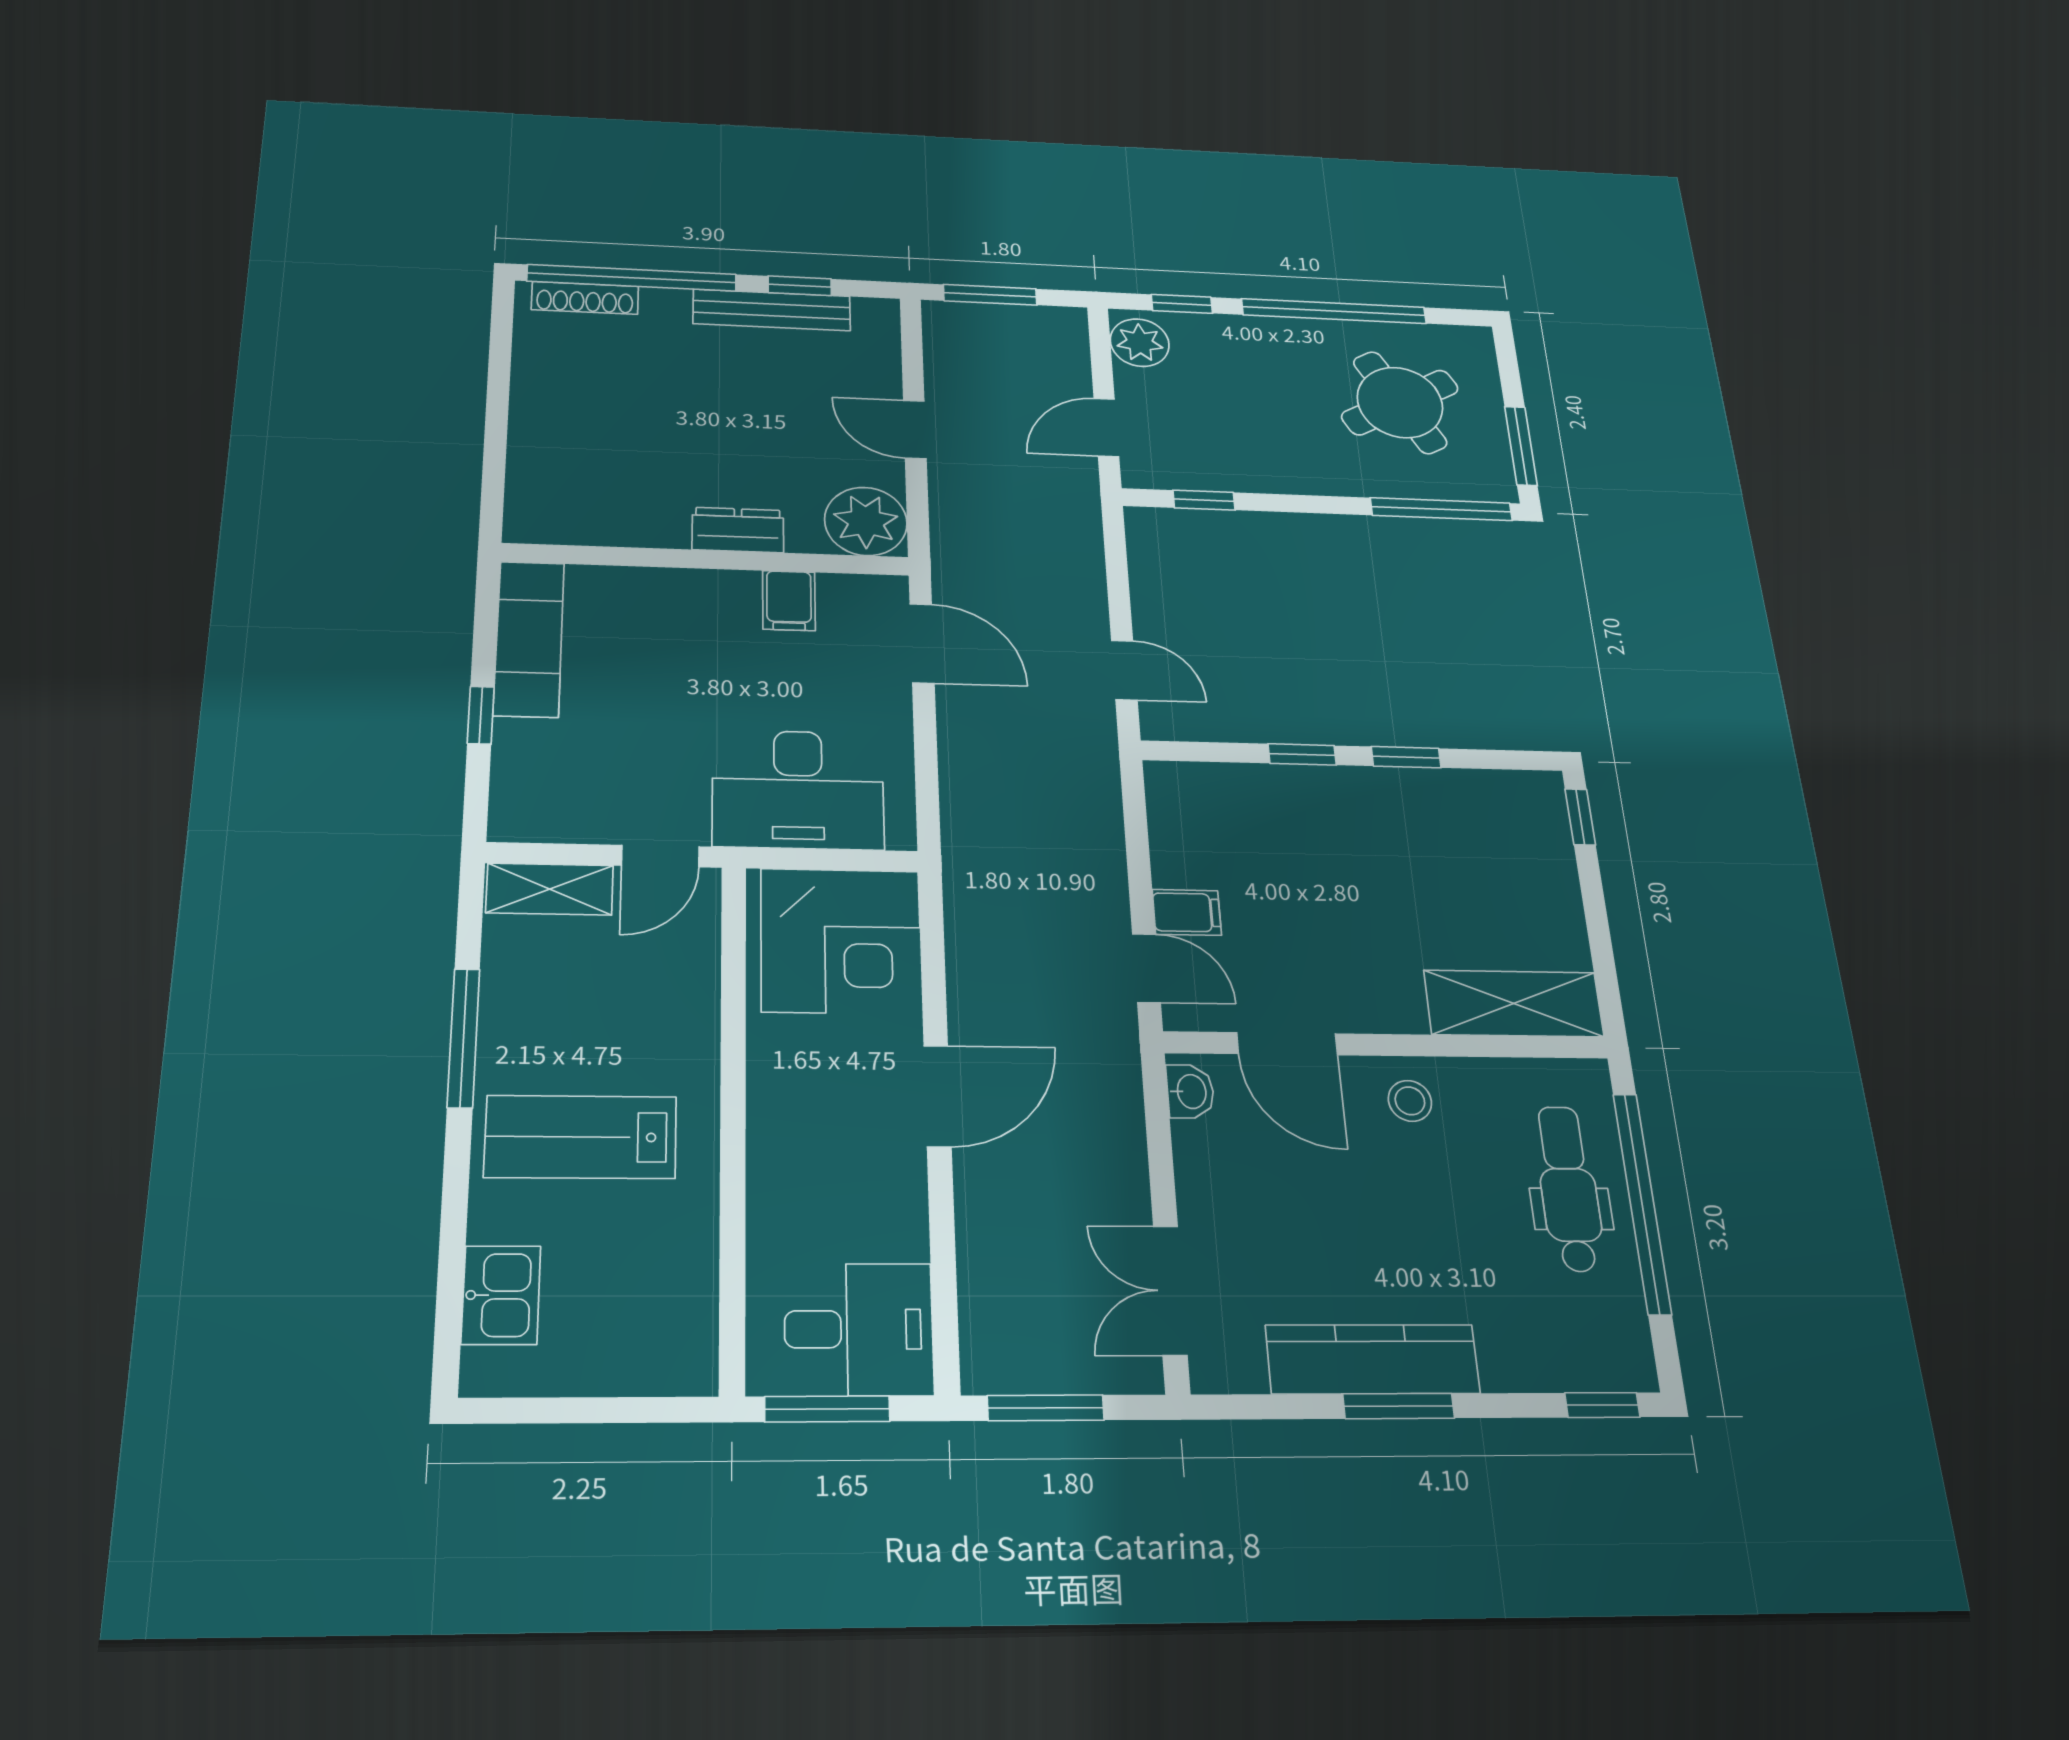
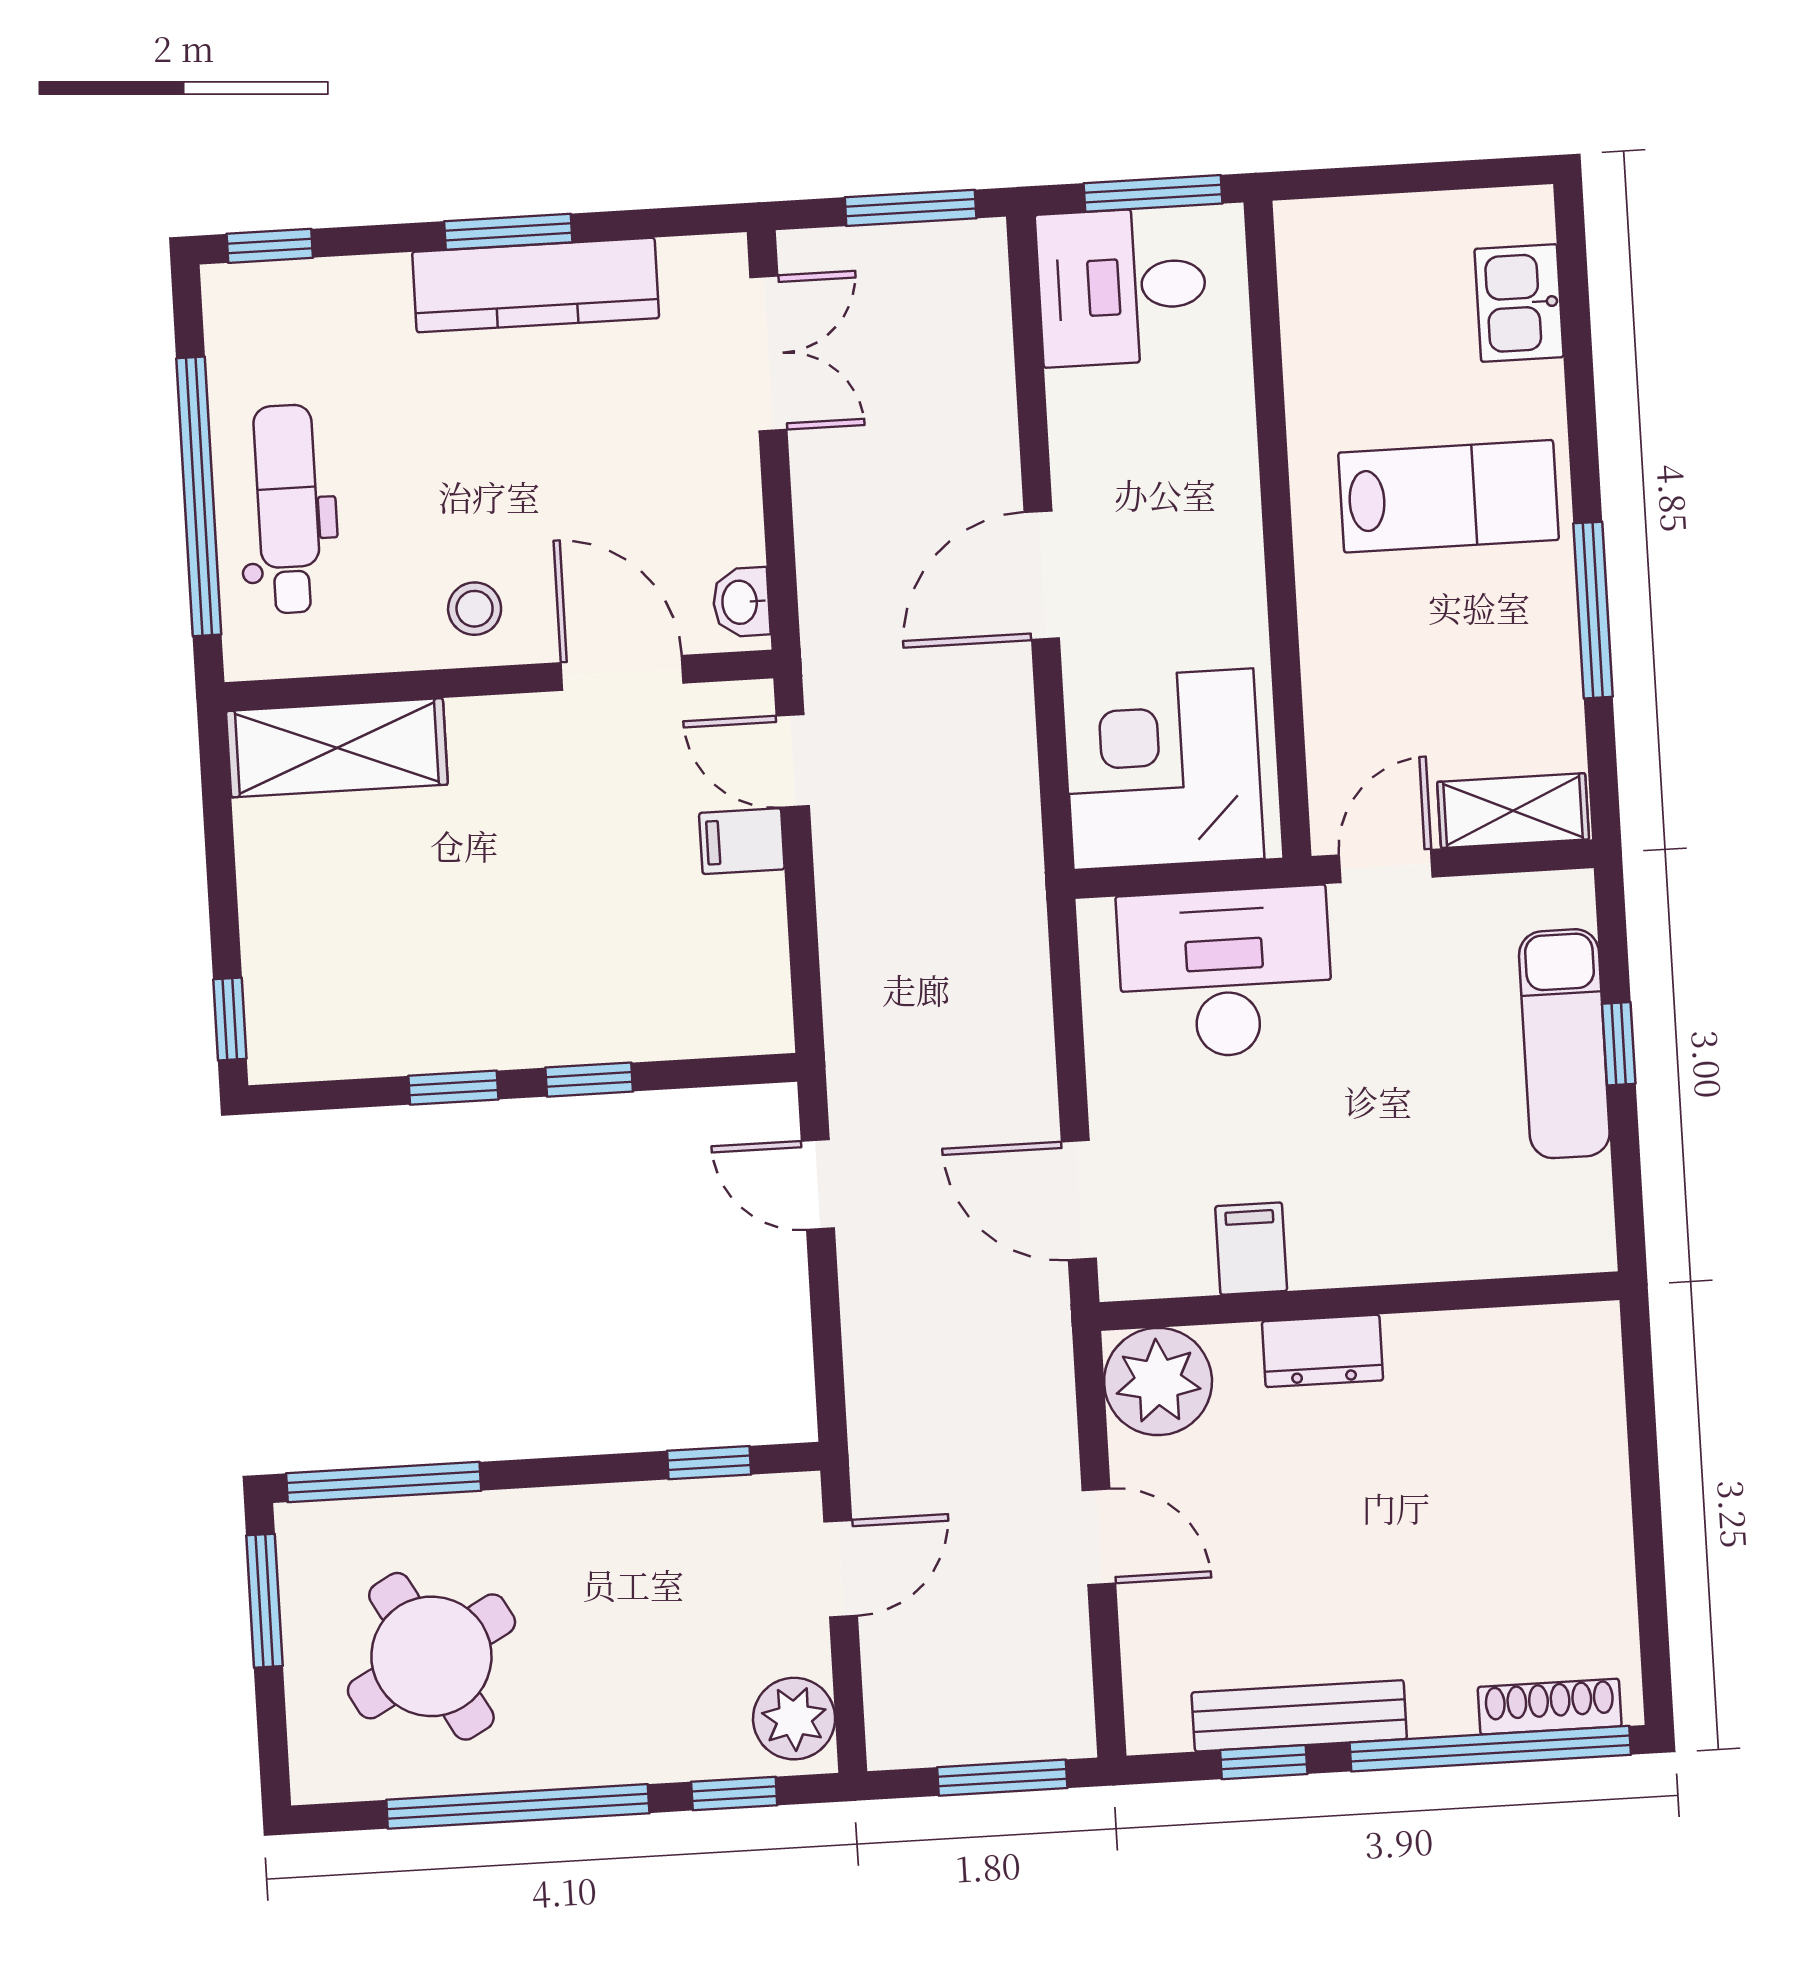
exam couch: (529, 639) -> (1564, 1044), moved
dental chair: (1569, 1188) -> (288, 509), turned 180

